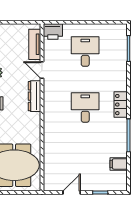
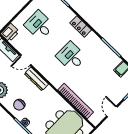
locker: (121, 105) -> (81, 26), moved
bookcase: (49, 151) -> (76, 101), added

